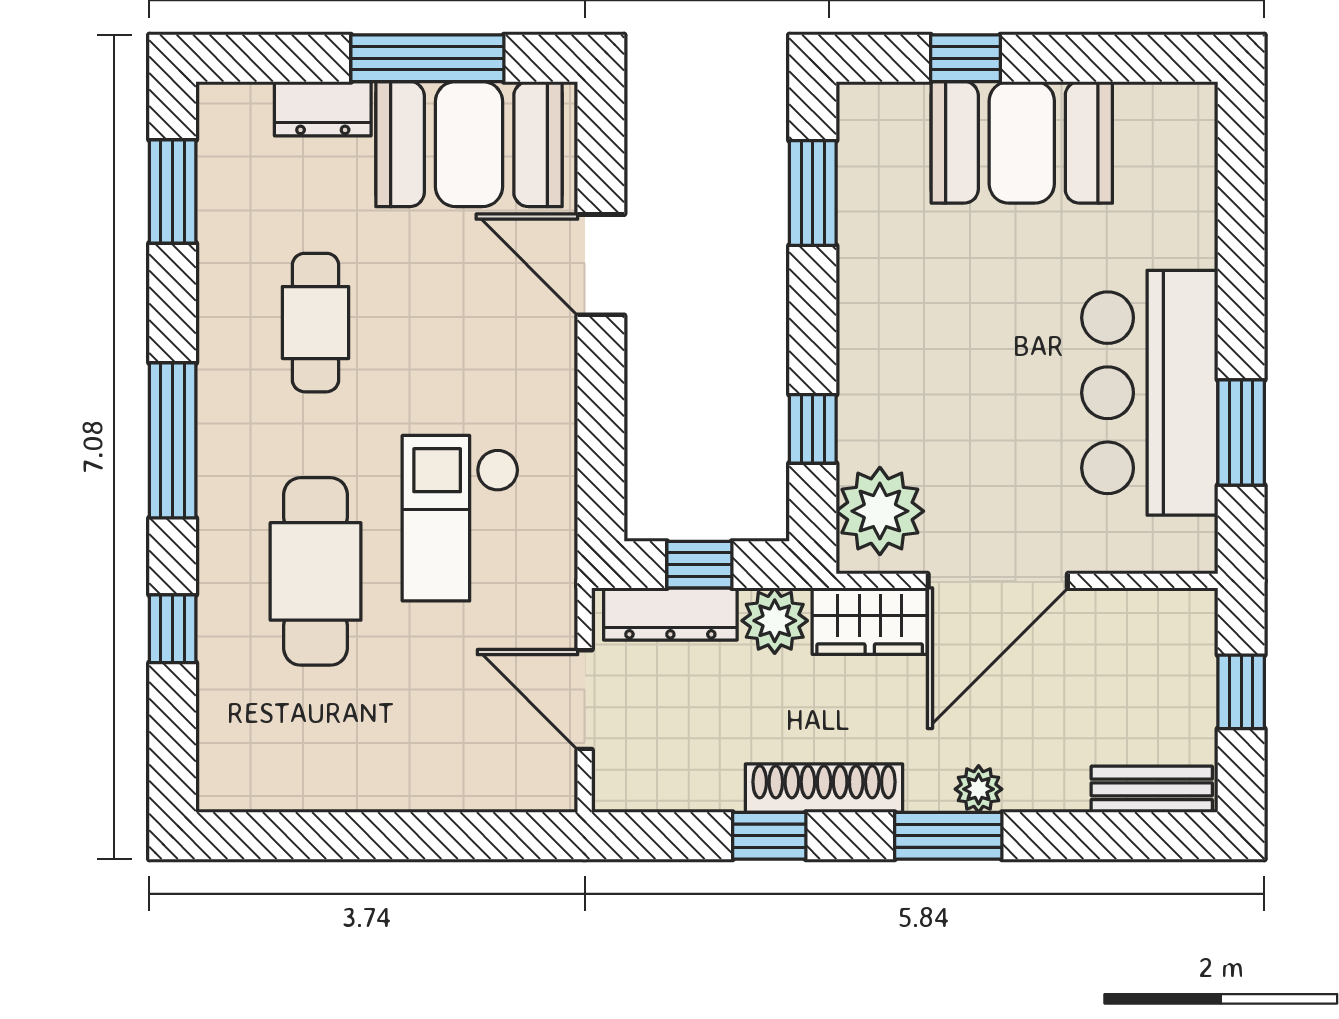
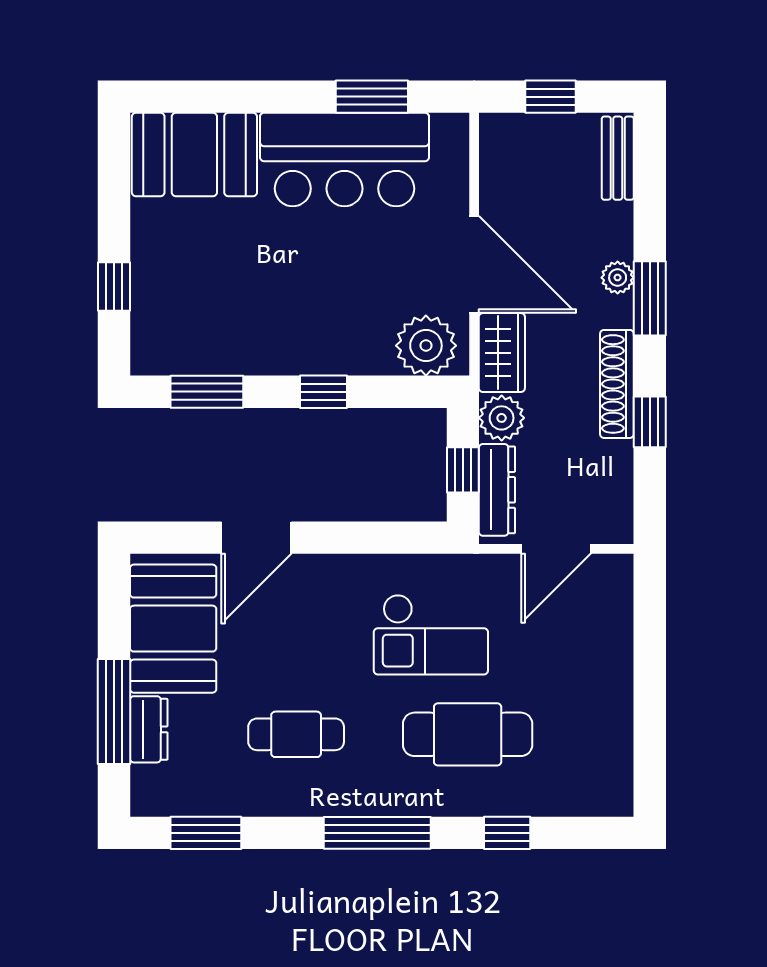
window: (427, 58) -> (114, 711), moved
booth: (1022, 142) -> (194, 155), moved, turned 90
window: (813, 429) -> (323, 392), moved

